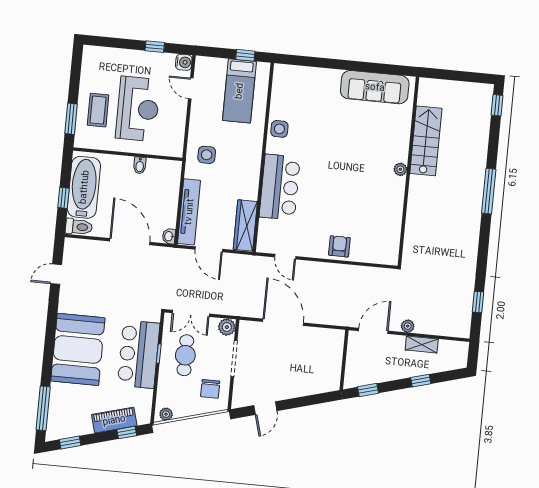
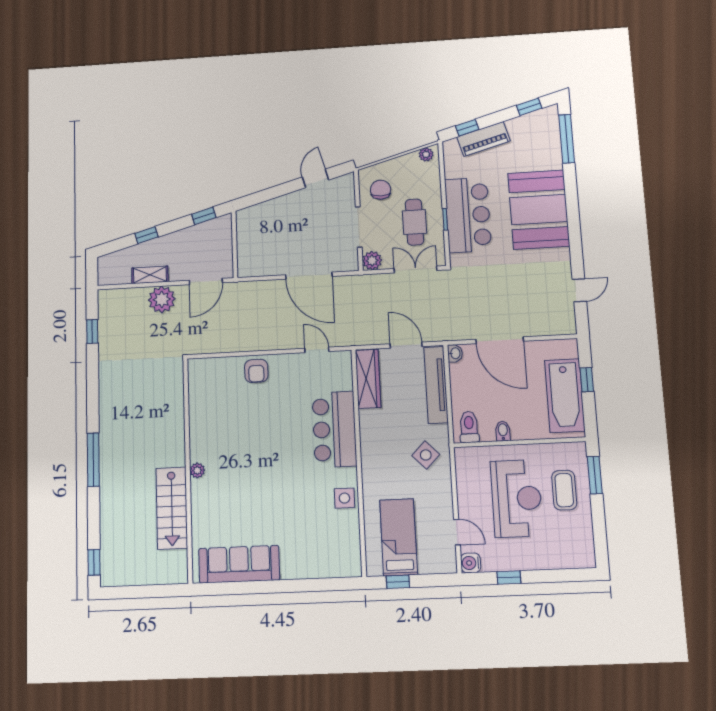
reception desk: (138, 109) -> (517, 498), turned 180
side table: (207, 155) -> (426, 455), turned 45
toilet: (79, 227) -> (469, 427), moved, turned 90
plant: (408, 326) -> (162, 299), width x1.88, depth x1.88

